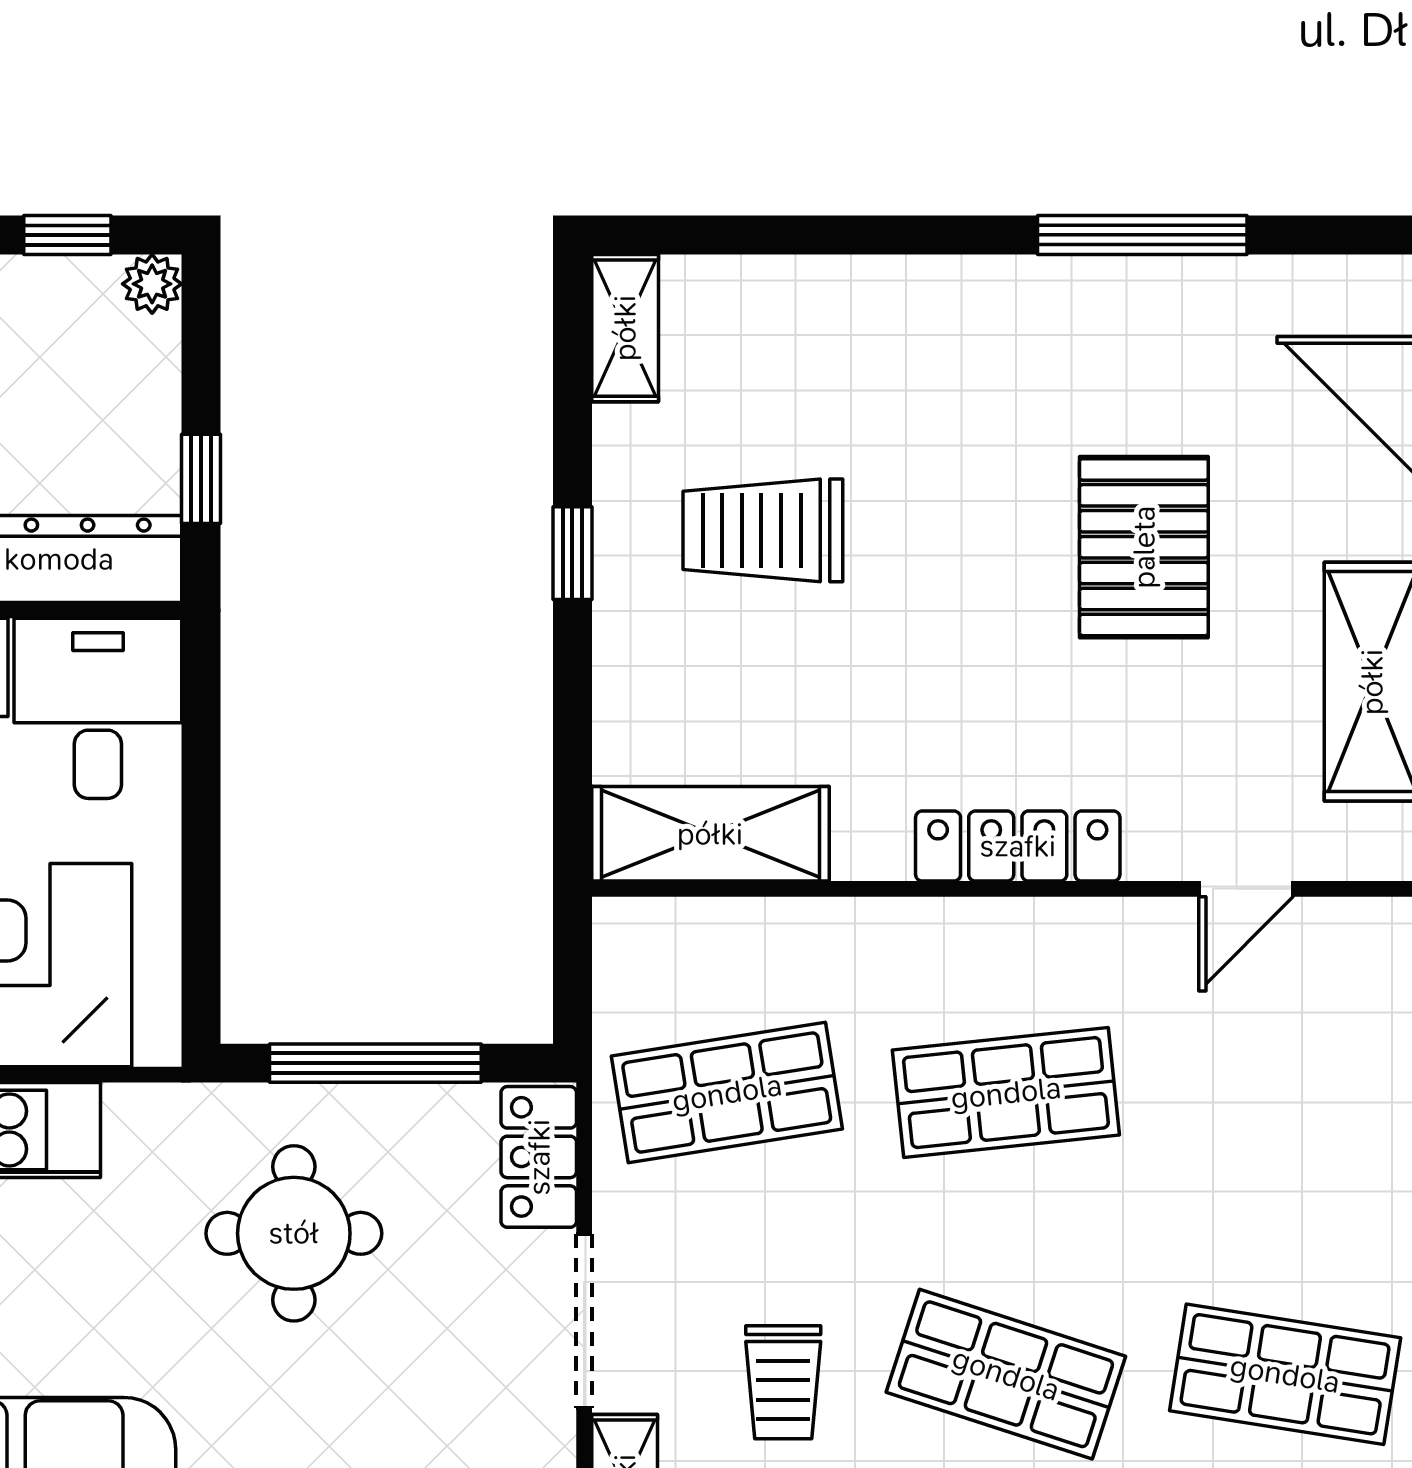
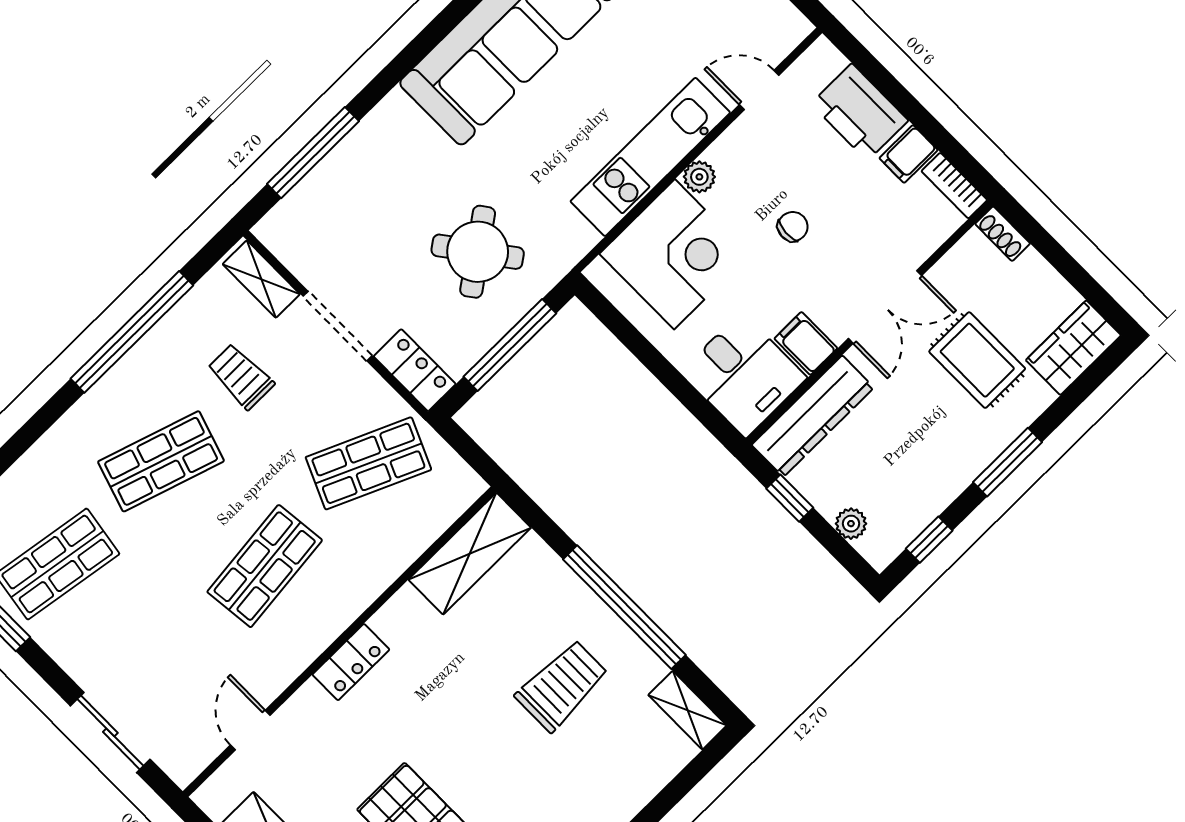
plant: (152, 284) -> (851, 524), moved
window: (572, 553) -> (624, 607), width x3.17
locker: (1018, 846) -> (351, 662), width x0.66
shop shelf: (727, 1093) -> (368, 463), turned 33
round table: (294, 1233) -> (478, 252), turned -36

